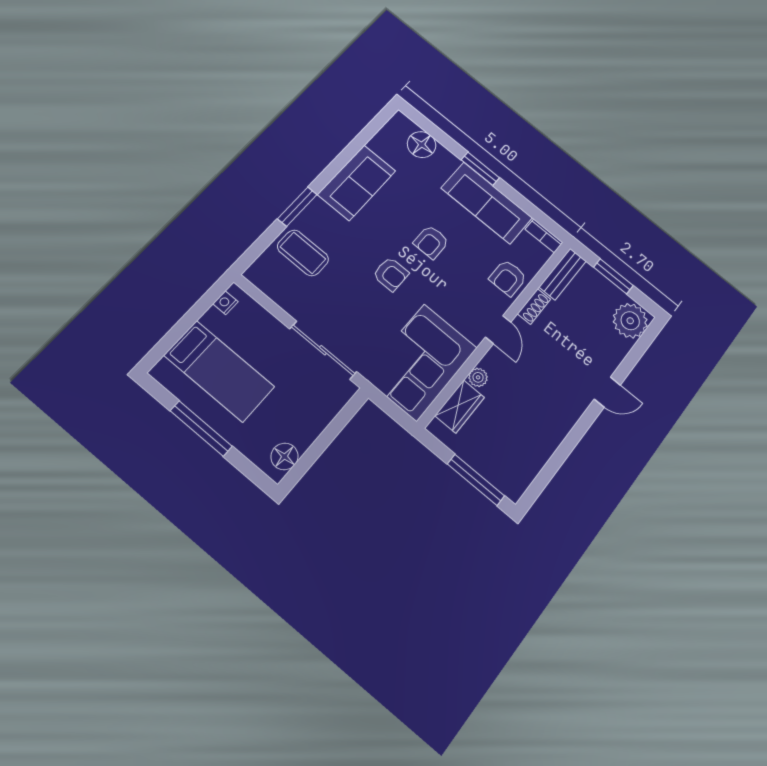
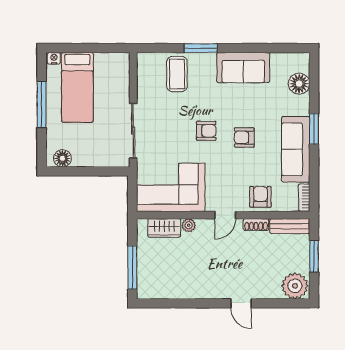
armchair: (391, 274) -> (206, 131), turned -90
armchair: (508, 278) -> (260, 197), turned 90
nightstand: (225, 303) -> (54, 58), moved

